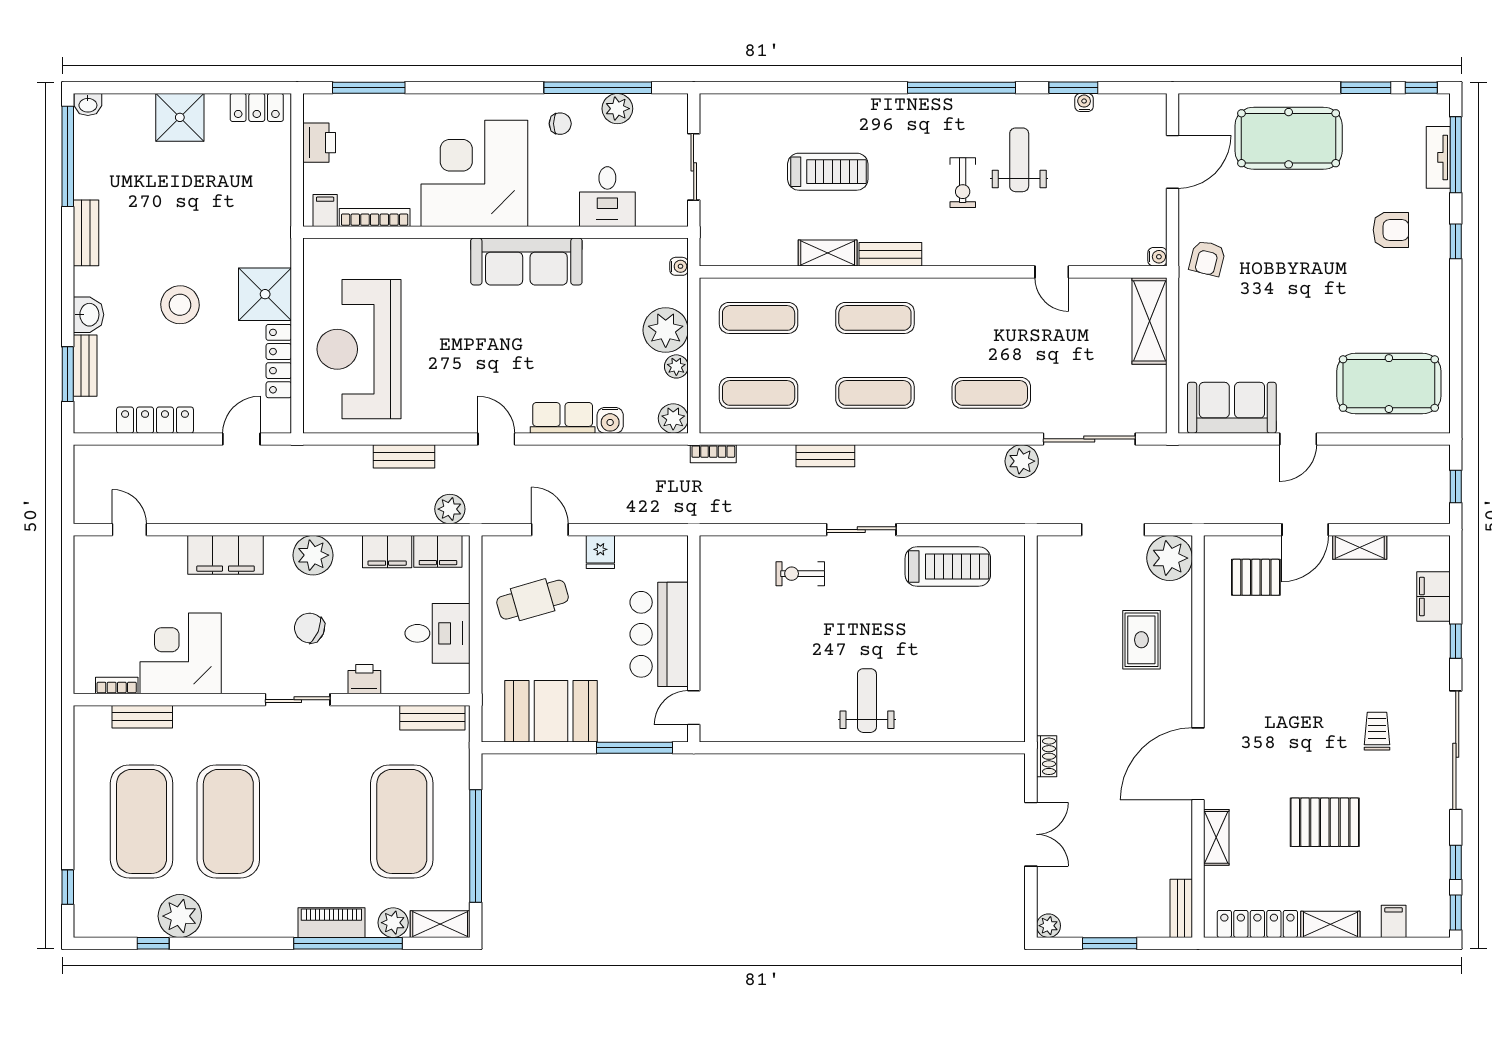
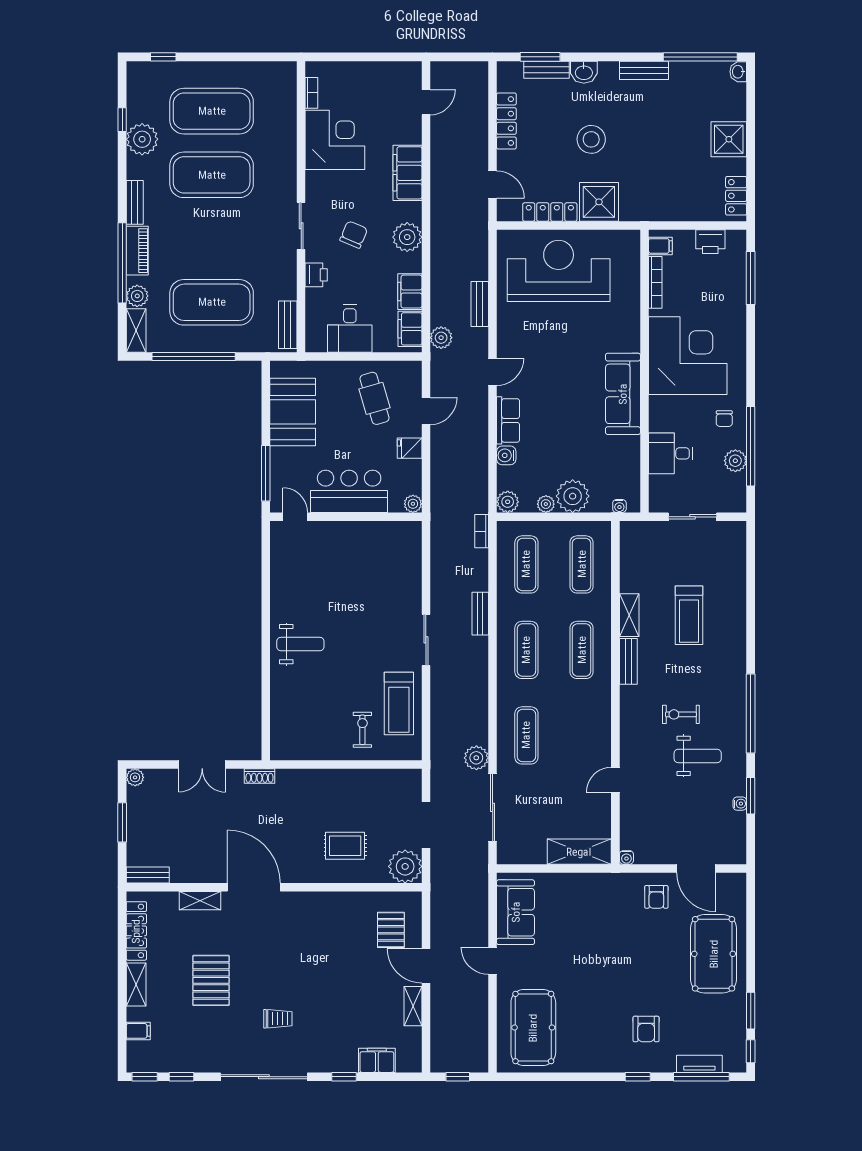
armchair: (1207, 258) -> (656, 897), moved, turned -104
plant: (676, 547) -> (413, 504), added
exercise bike: (800, 574) -> (362, 730), moved
bench: (142, 717) -> (135, 202), moved

